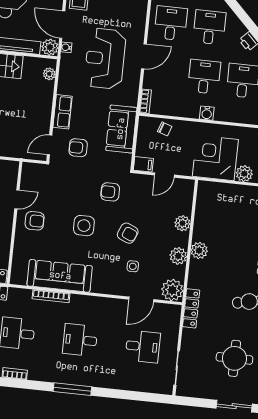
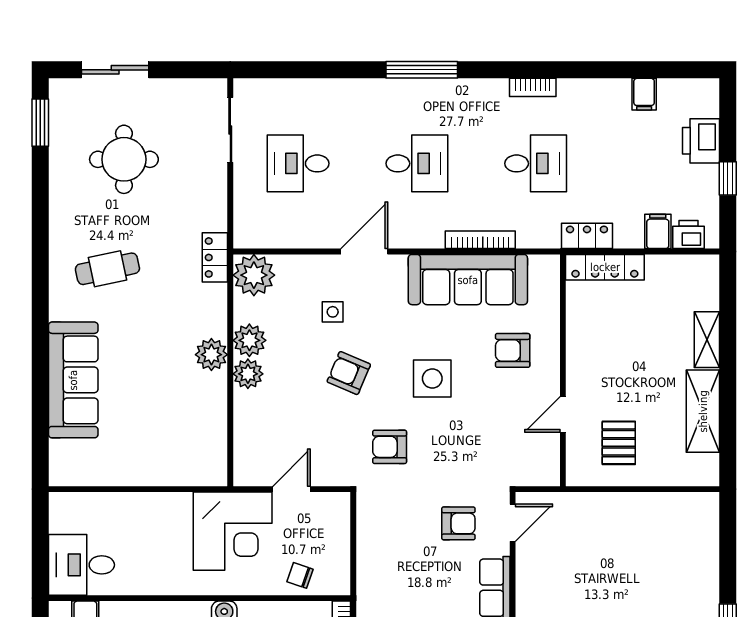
sofa: (121, 129) -> (381, 567), removed
corner desk: (215, 158) -> (233, 531), moved
filing cabinet: (143, 164) -> (333, 505), removed
plant: (244, 174) -> (142, 508), removed
armchair: (110, 192) -> (390, 447), turned 180
armchair: (35, 221) -> (513, 350), moved
plant: (182, 223) -> (248, 374), moved
door: (141, 299) -> (364, 251), moved
locker: (191, 308) -> (215, 257), width x0.66

